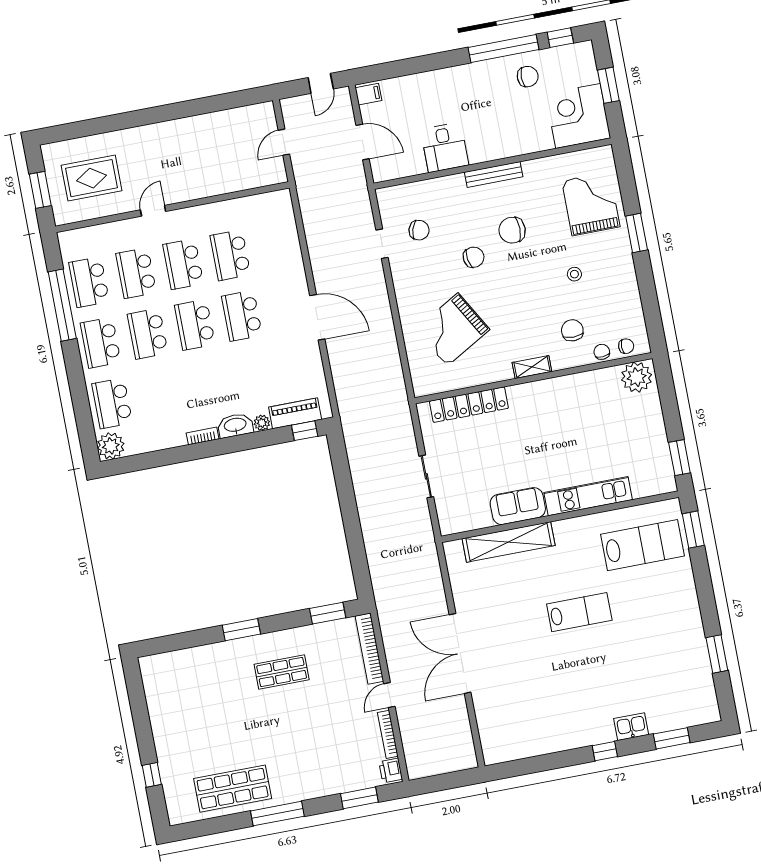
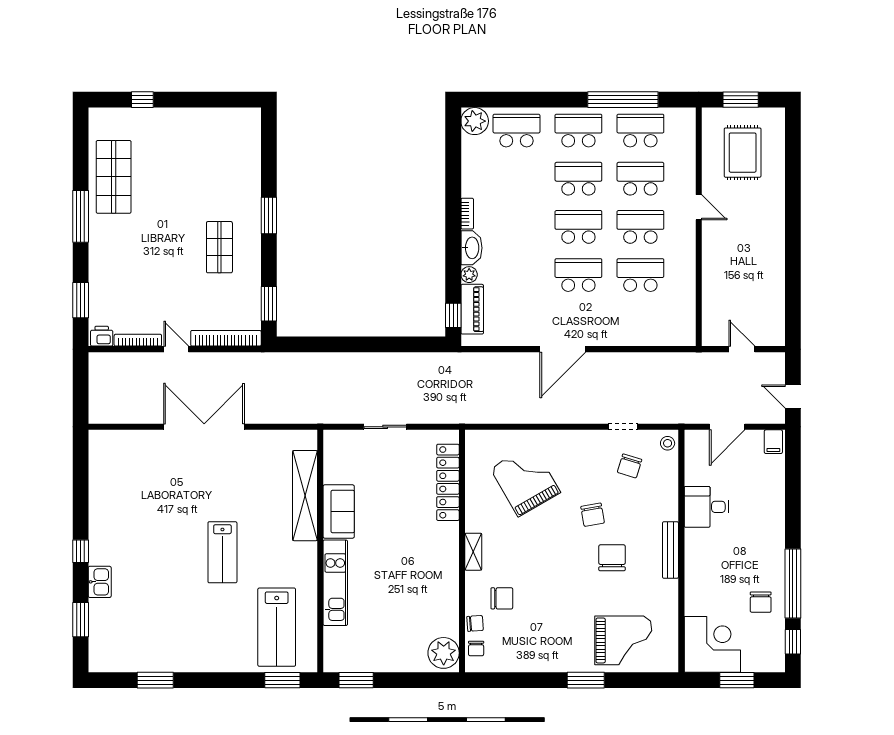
stool: (574, 274) -> (668, 443), moved

